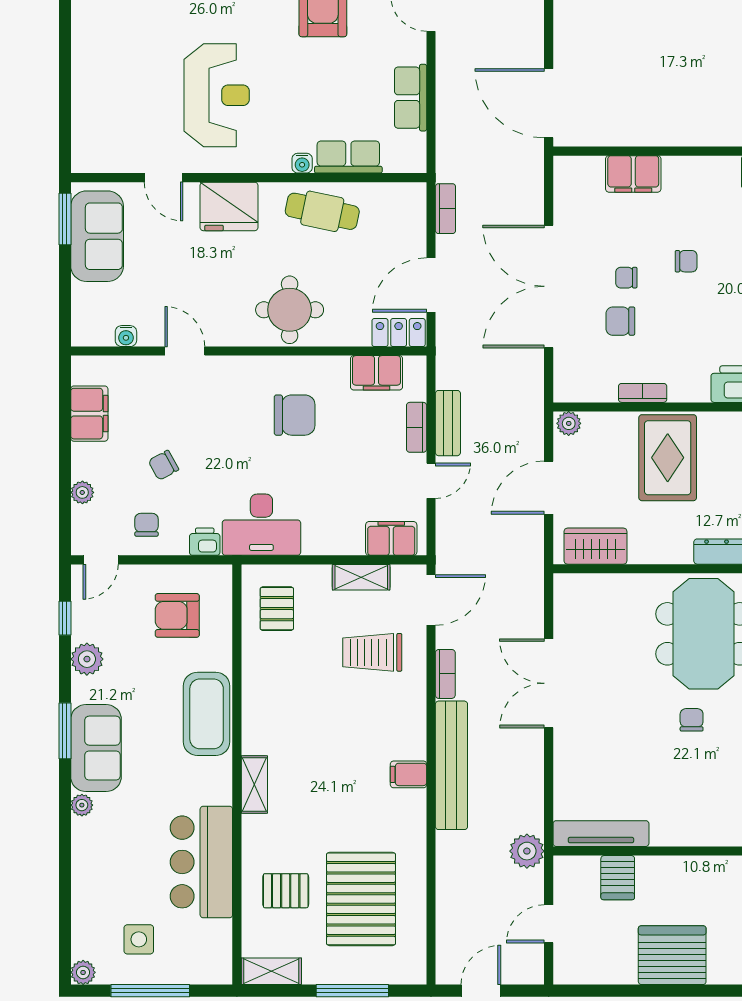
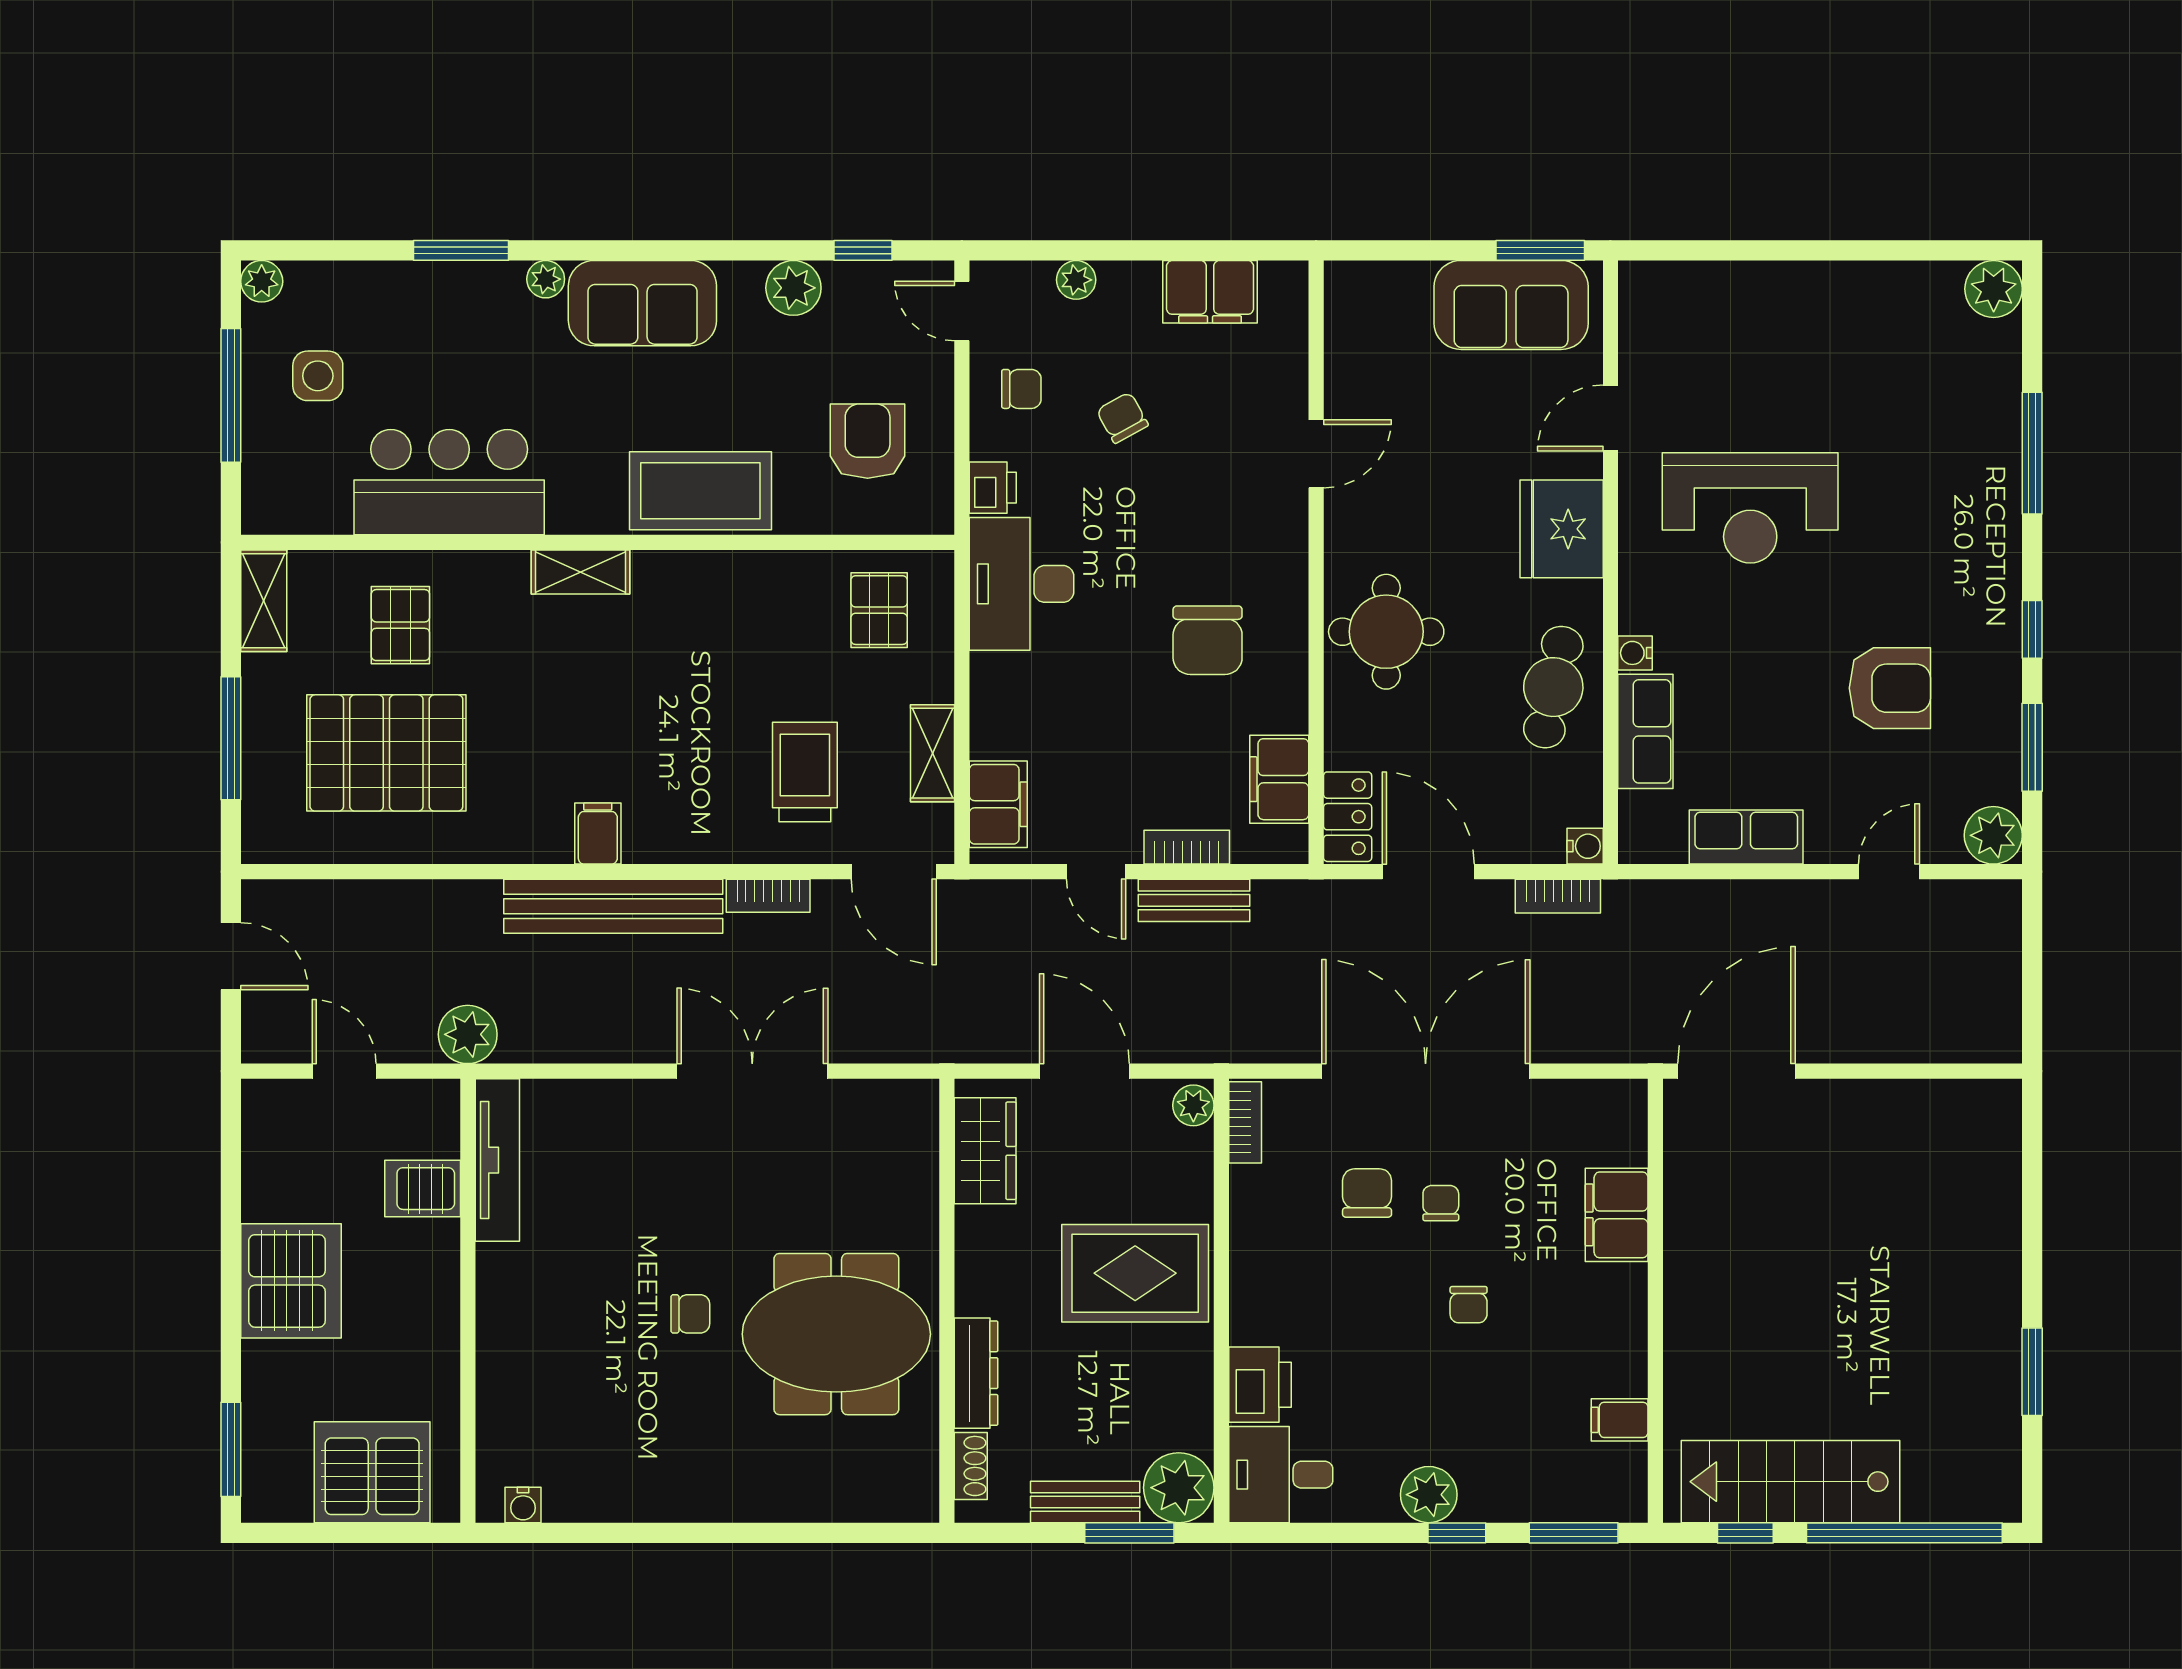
water cooler: (126, 336) -> (1585, 846), moved, turned 180
bookcase: (643, 393) -> (1245, 1122), moved
pallet: (277, 609) -> (879, 610), turned 90
window: (65, 731) -> (461, 250), moved

